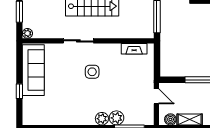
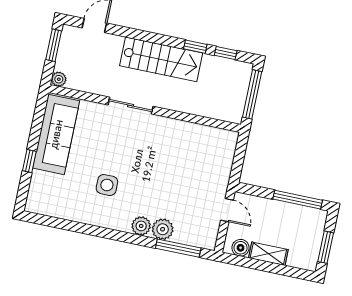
fireplace: (134, 49) -> (209, 134), removed
side table: (92, 72) -> (107, 185), moved

